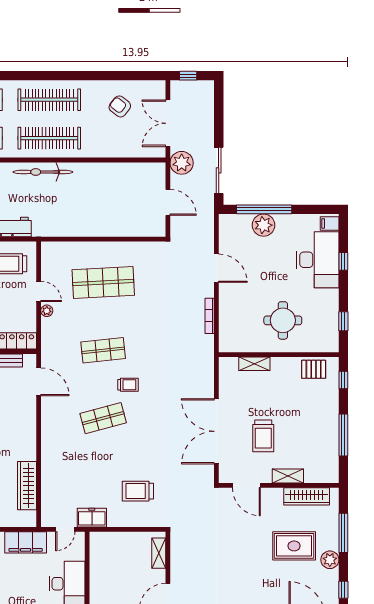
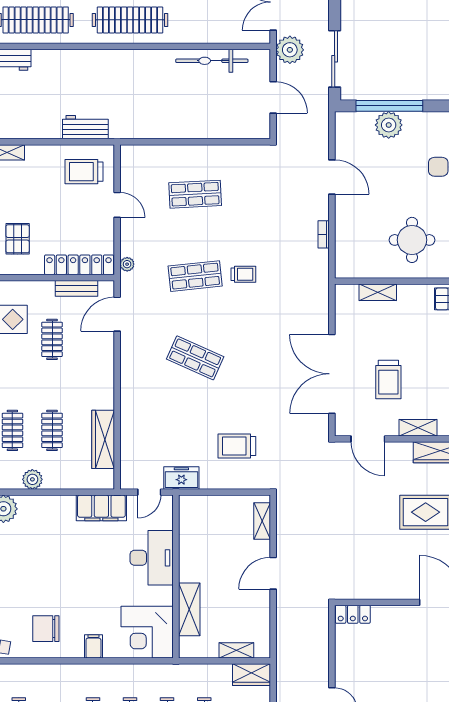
bicycle: (43, 172) -> (212, 61), moved
shop shelf: (103, 283) -> (195, 194), width x0.70, depth x0.74
plant: (47, 311) -> (127, 264), moved
bookcase: (210, 316) -> (324, 234), width x0.64
door: (39, 382) -> (117, 314), swing flipped
trolley: (128, 385) -> (243, 274), moved
shop shelf: (103, 418) -> (195, 358), turned 39

